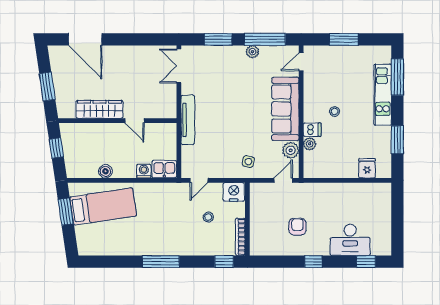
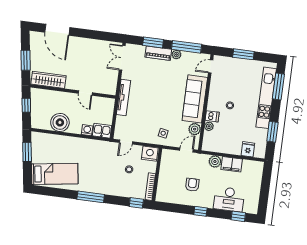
piano: (227, 53) -> (158, 53), added
kitchen unit: (383, 95) -> (266, 98), width x1.36
wardrobe: (100, 109) -> (48, 80), moved
boiler: (105, 171) -> (60, 122), width x1.86, depth x1.86
plant: (324, 191) -> (215, 161), added
filing cabinet: (348, 192) -> (232, 164), added
bed: (103, 206) -> (55, 174), moved

